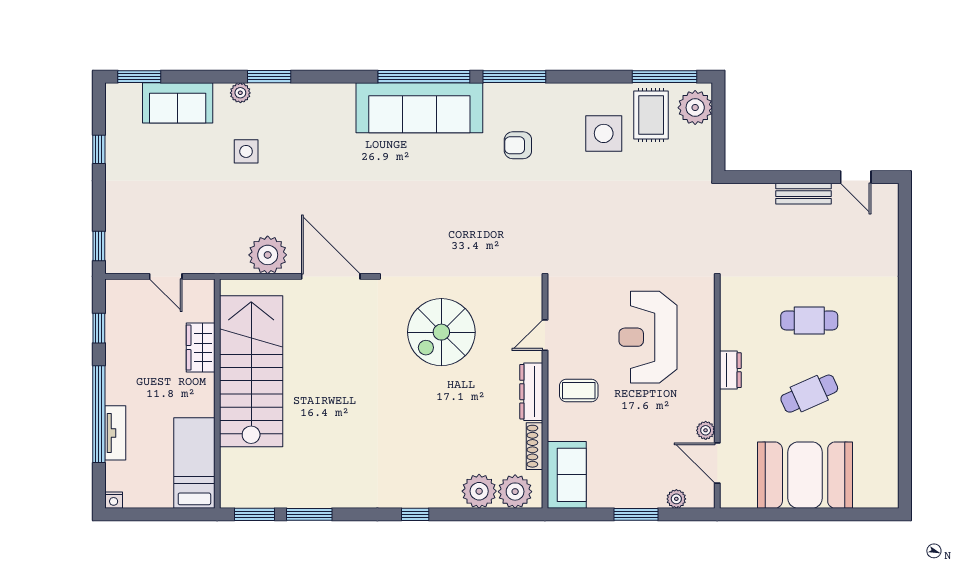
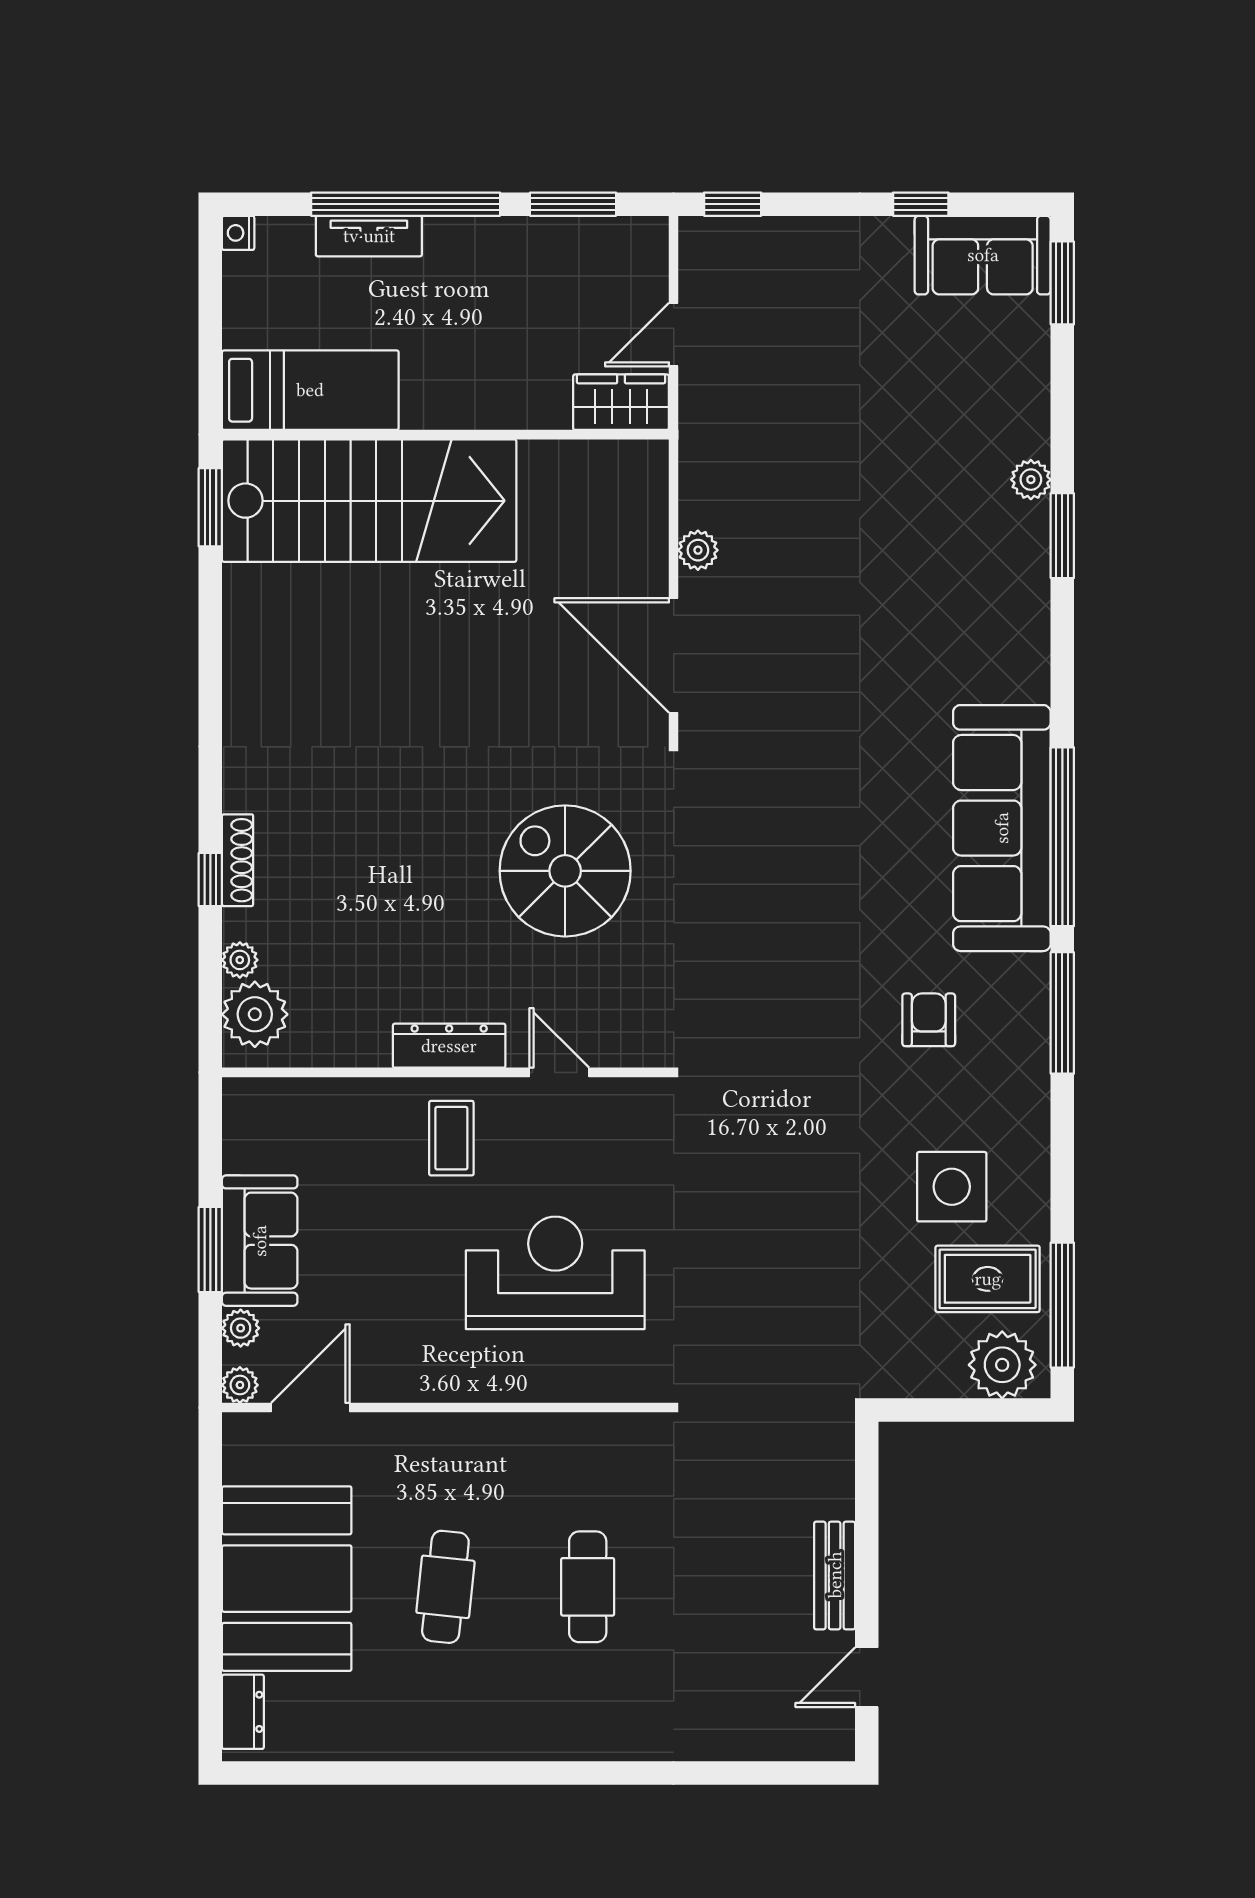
sofa: (178, 103) -> (983, 255), moved, turned -90
side table: (246, 151) -> (917, 491), removed
plant: (268, 255) -> (698, 550), width x0.53, depth x0.53
door: (331, 276) -> (674, 655), swing flipped
window: (99, 328) -> (573, 204), width x1.50
wardrobe: (201, 348) -> (621, 402), moved
dresser: (730, 370) -> (243, 1712), moved, turned -90
stairs: (251, 371) -> (369, 501), moved
cafe table: (809, 394) -> (445, 1587), turned 30
plant: (706, 430) -> (240, 1385), moved
shoe rack: (535, 446) -> (238, 860), moved, turned 90
sofa: (567, 475) -> (260, 1241), moved, turned -90
plant: (479, 491) -> (240, 960), width x0.53, depth x0.53
window: (309, 514) -> (210, 614), removed
window: (415, 514) -> (210, 880), moved

